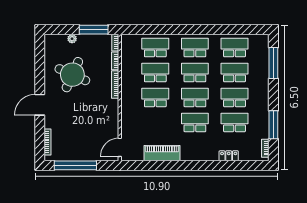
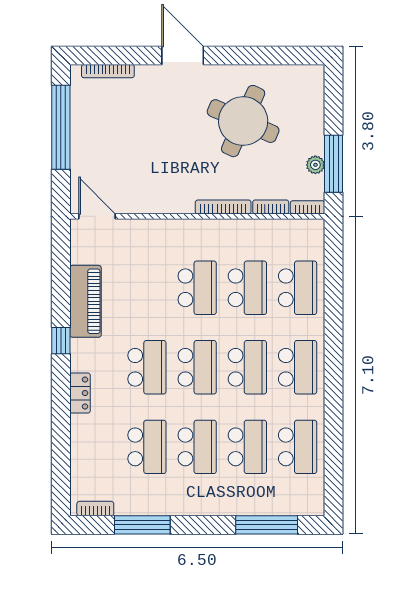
plant: (72, 39) -> (315, 165), moved
locker: (229, 156) -> (80, 393), moved
window: (182, 165) -> (61, 341), added

